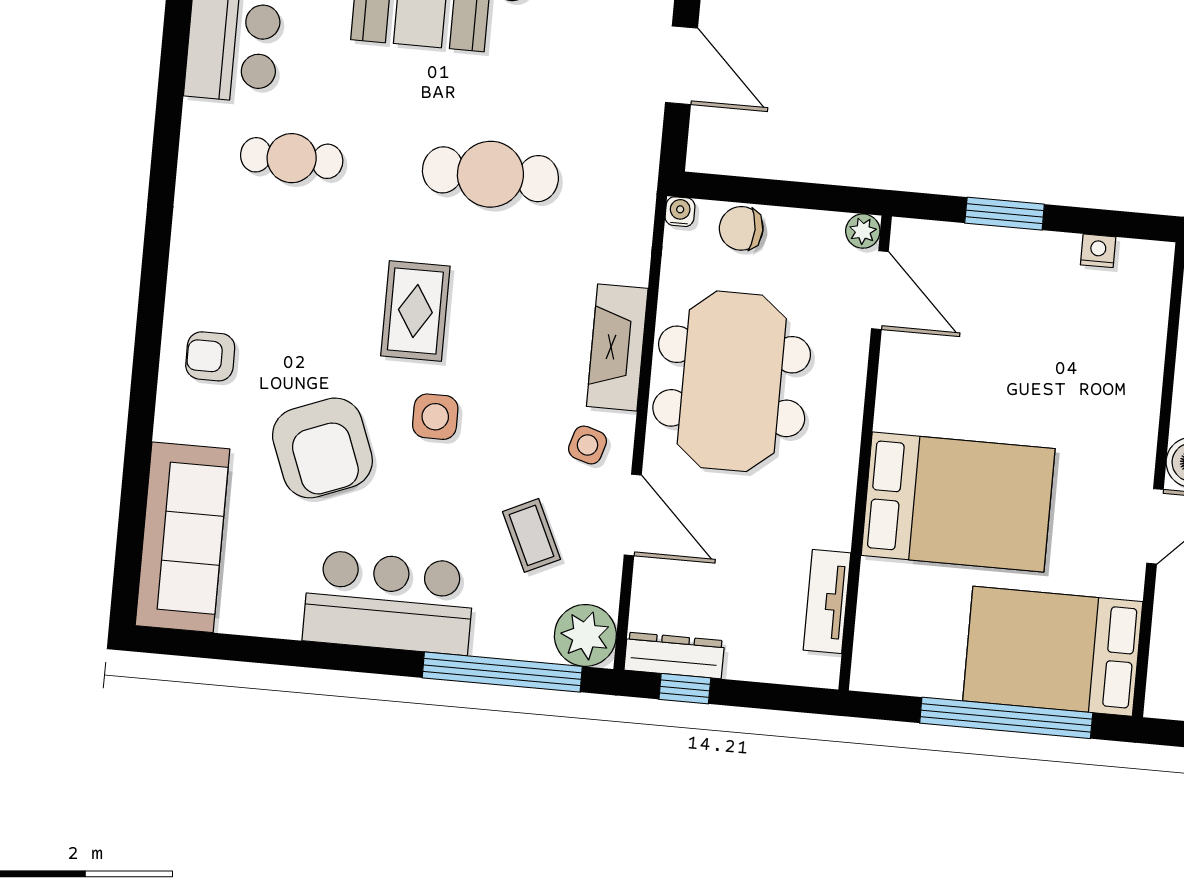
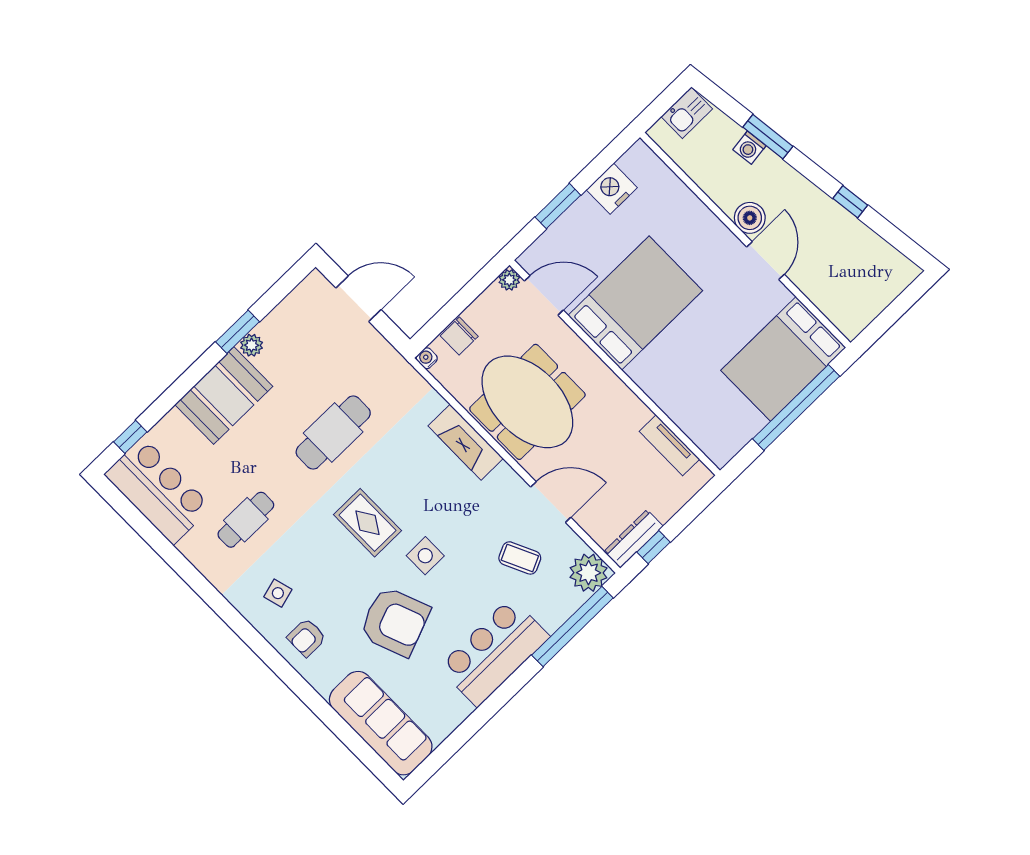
nightstand: (1098, 251) -> (612, 189), width x1.89, depth x1.79
side table: (588, 445) -> (278, 593), moved, turned -32
bed: (958, 502) -> (635, 303), moved

